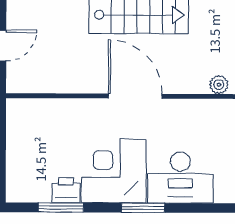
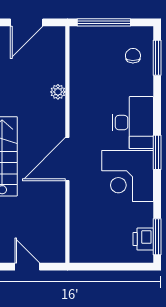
printer: (66, 190) -> (143, 239), moved
window: (61, 208) -> (157, 237), moved

